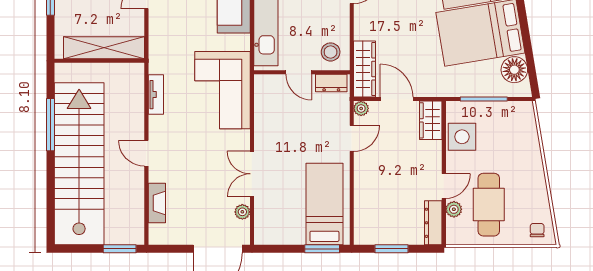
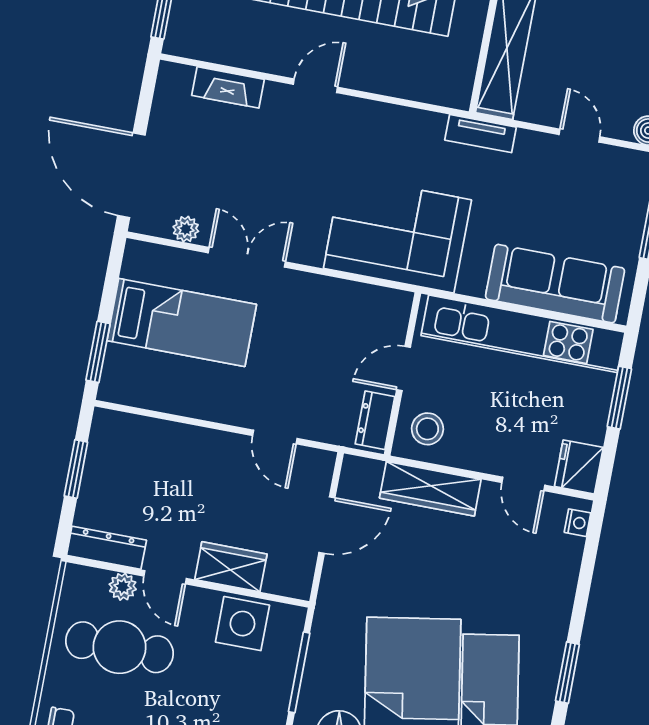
wardrobe: (365, 69) -> (430, 489), moved
tv unit: (156, 95) -> (481, 134), moved
plant: (361, 108) -> (322, 462), removed
wardrobe: (431, 120) -> (231, 567), moved
bed: (324, 204) -> (182, 322), moved

